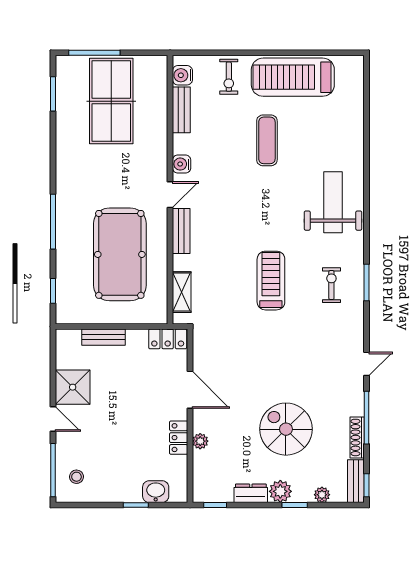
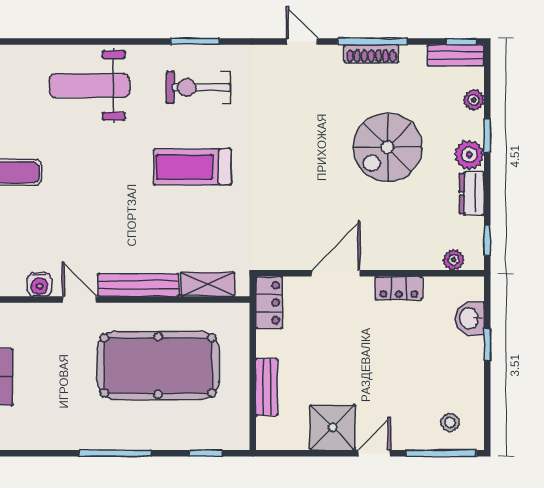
bench: (181, 231) -> (138, 285), width x1.36
exercise bike: (331, 285) -> (198, 88), width x1.38, depth x1.39
shoe rack: (357, 437) -> (371, 54), moved
plant: (200, 441) -> (454, 260), moved

